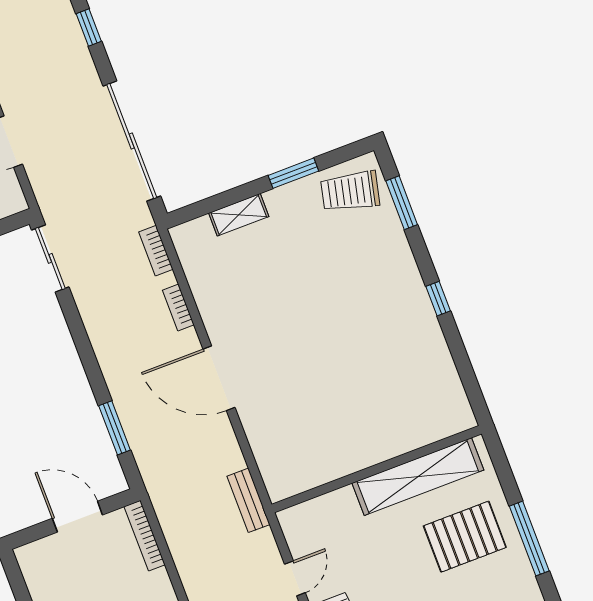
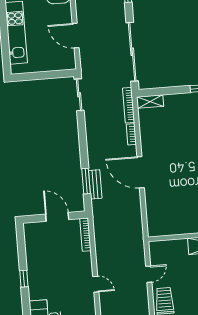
shelving: (239, 215) -> (150, 102), moved
bookcase: (156, 251) -> (129, 105), width x1.56
bench: (248, 500) -> (95, 184), moved

